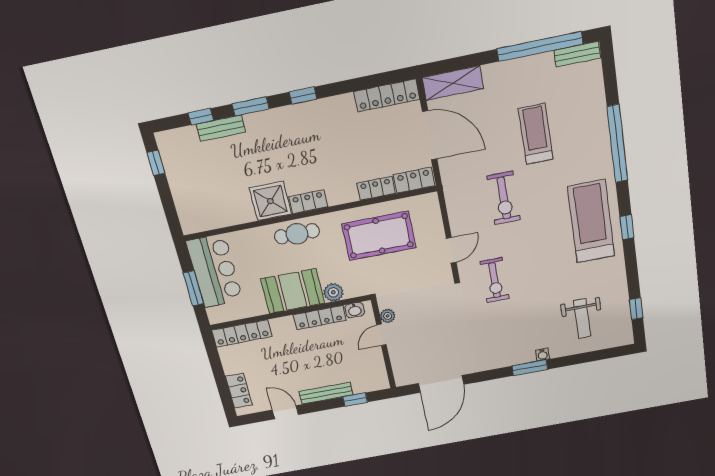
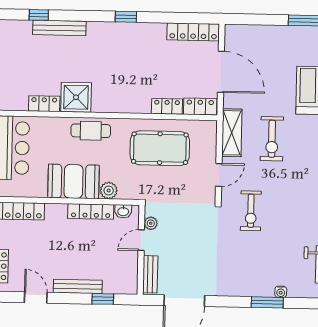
shelving: (453, 83) -> (232, 133), moved, turned 90
window: (251, 106) -> (81, 16), removed
bench: (221, 128) -> (59, 28), width x1.36
locker: (308, 202) -> (44, 104), moved
bench: (399, 366) -> (150, 274), added

